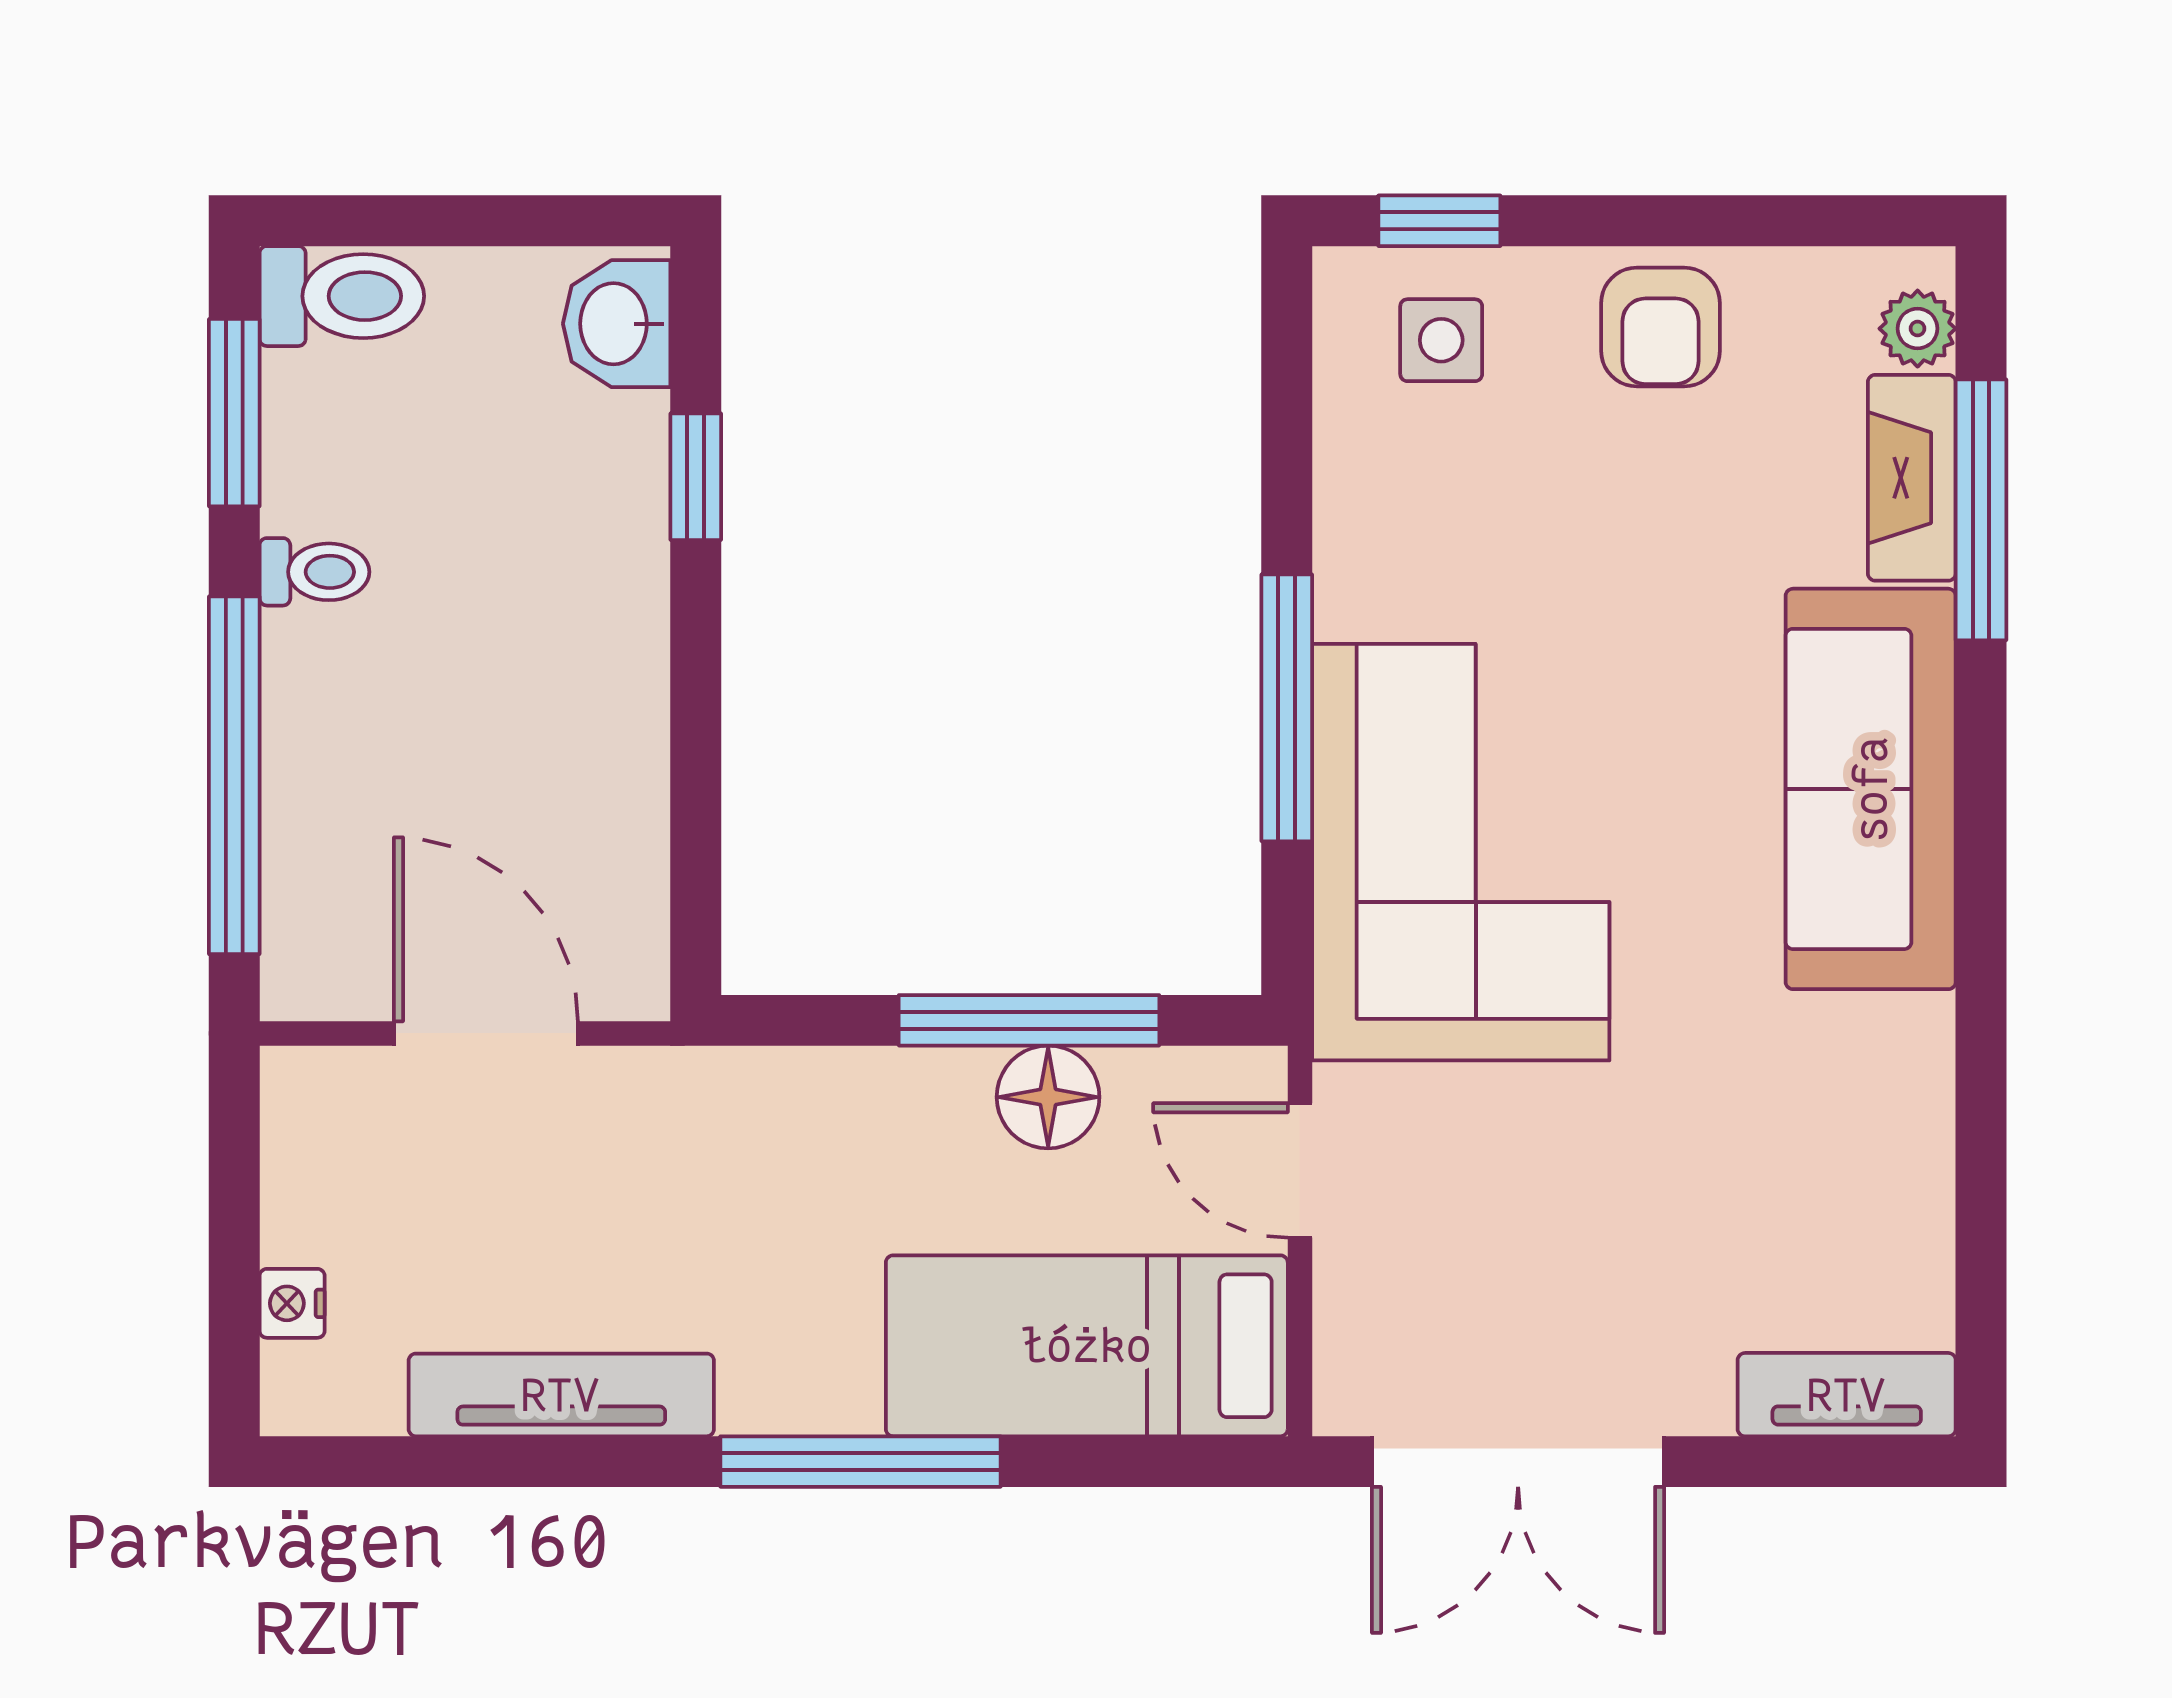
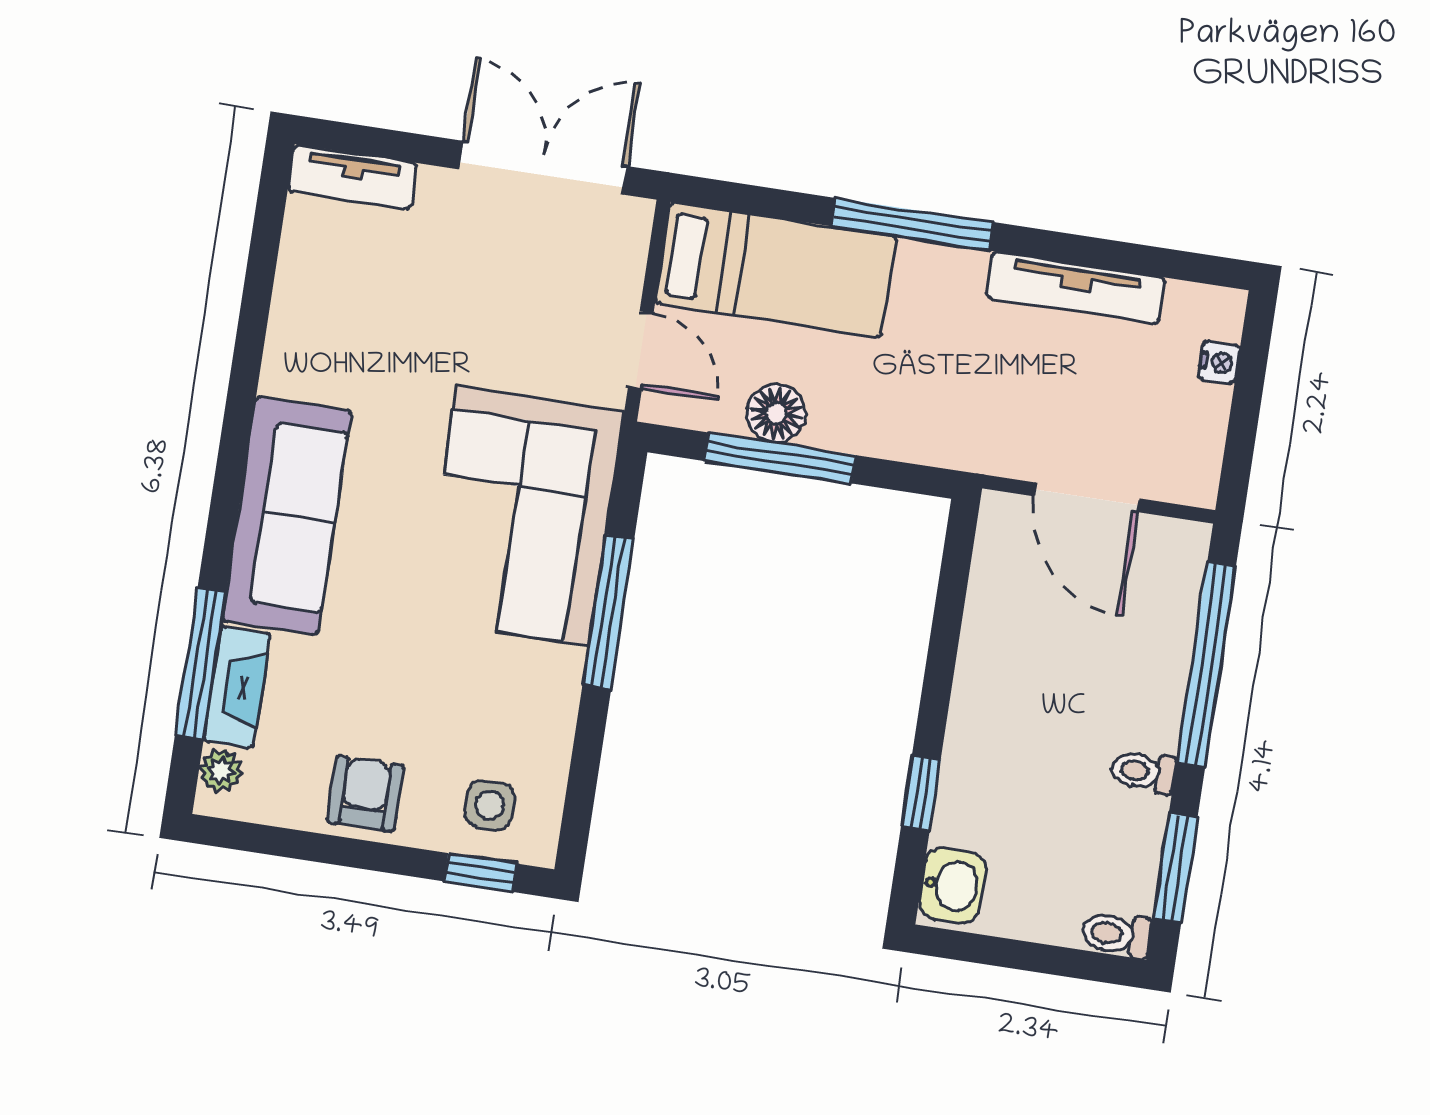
toilet: (342, 296) -> (1116, 934), width x0.73, depth x0.72

